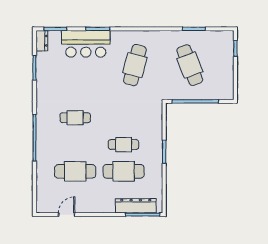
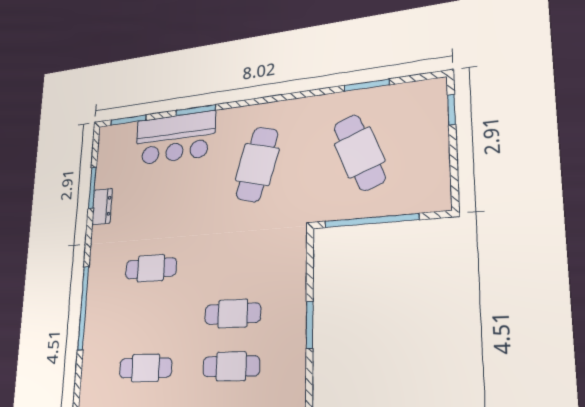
dresser: (42, 41) -> (102, 206), moved
cafe table: (75, 171) -> (145, 368), width x0.73, depth x0.74
cafe table: (124, 171) -> (231, 366), width x0.73, depth x0.74

